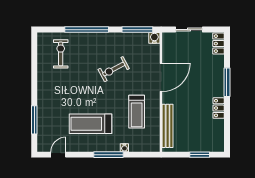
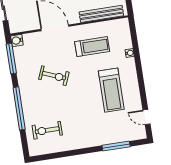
exercise bike: (114, 69) -> (54, 76), turned -40
window: (108, 155) -> (139, 68), removed

